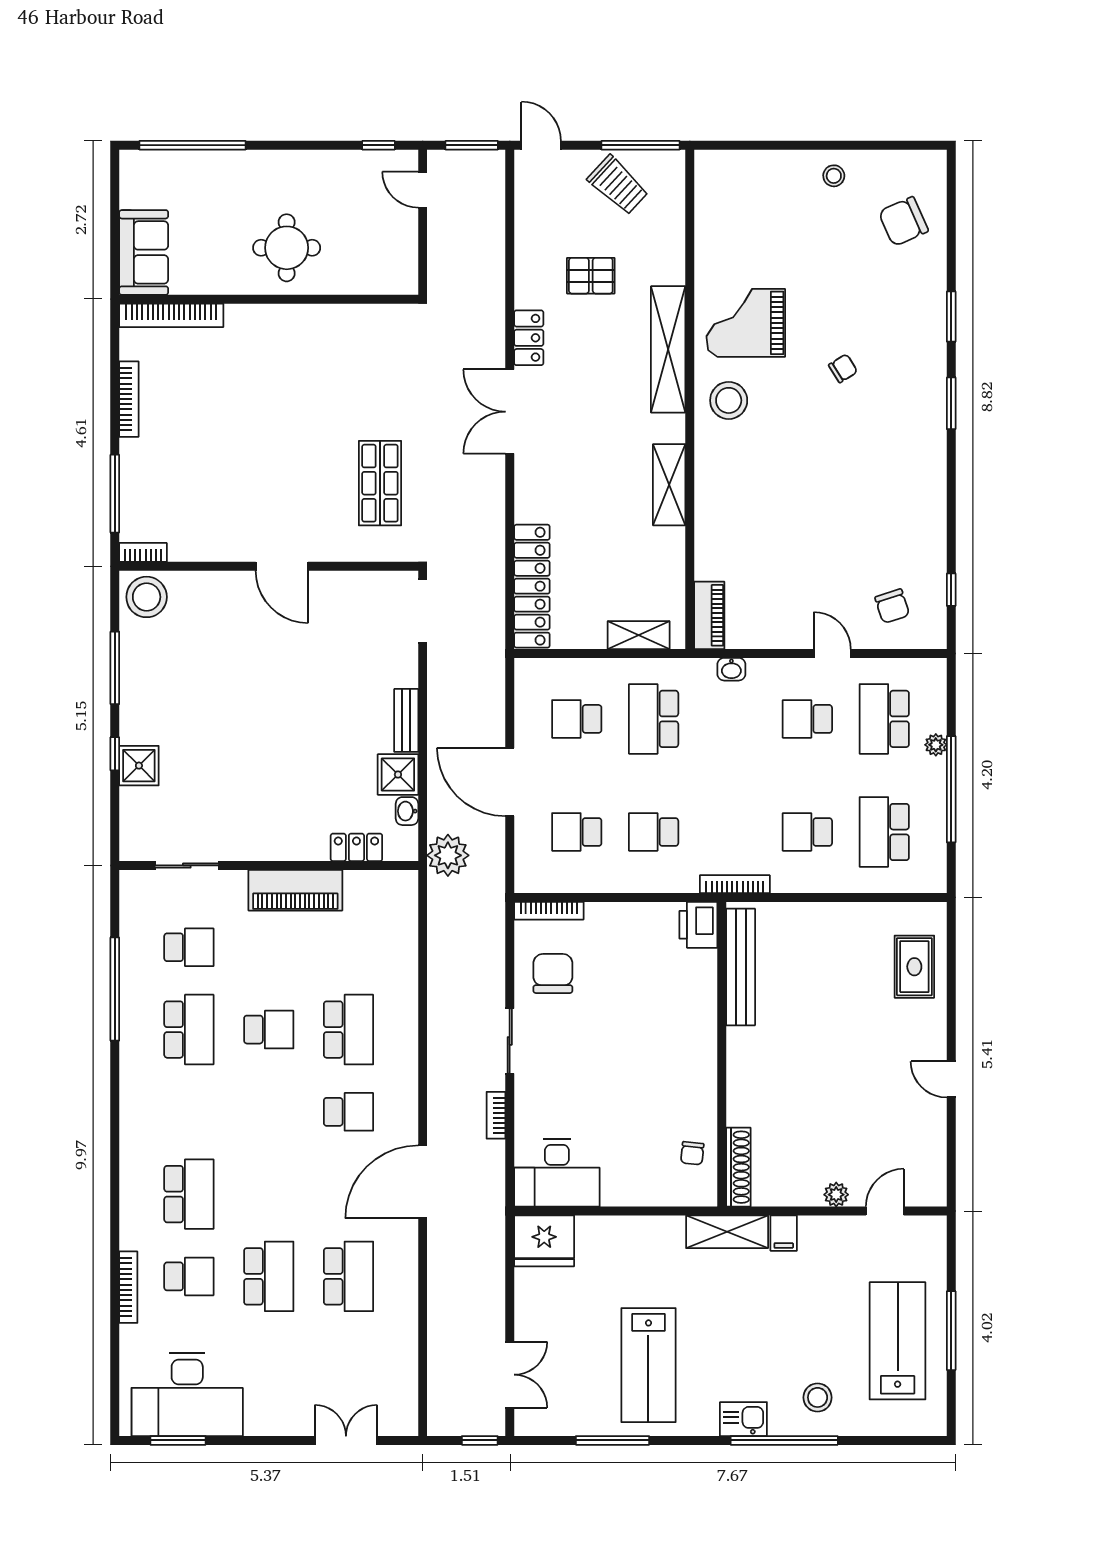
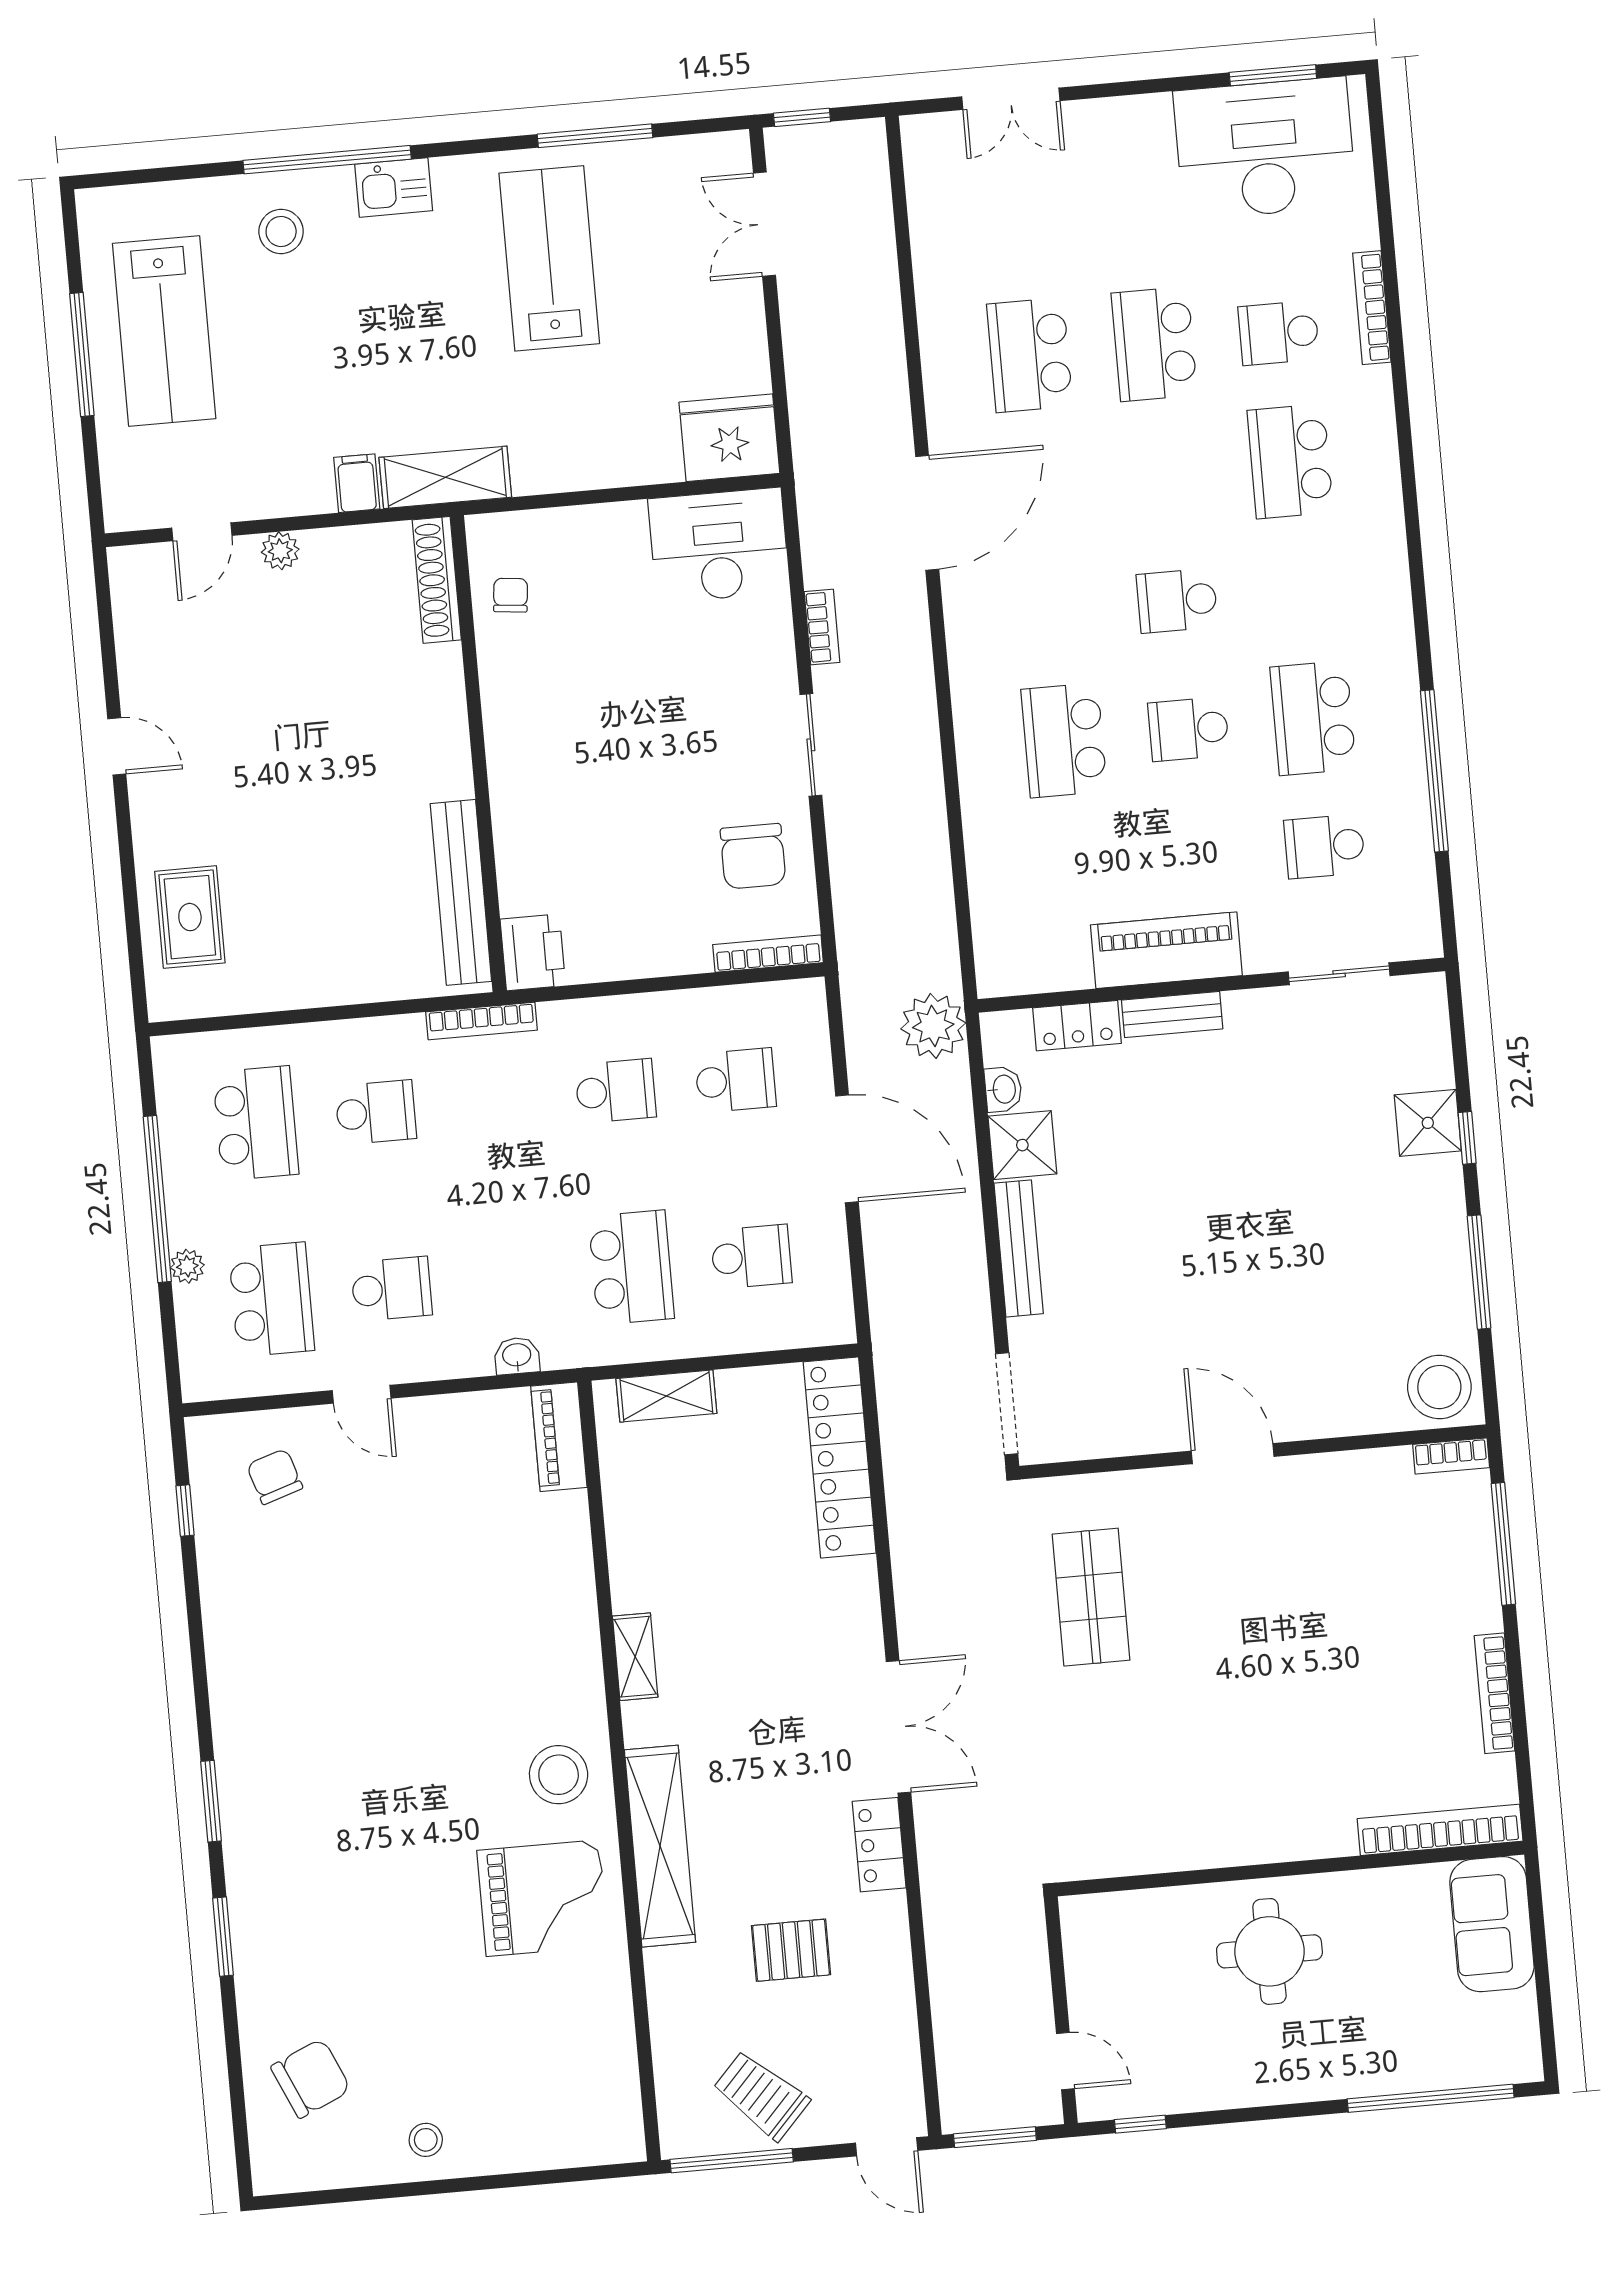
chair: (843, 368) -> (385, 1841), removed
shelving: (669, 485) -> (635, 1657), width x0.67, depth x0.75
bench: (406, 720) -> (1019, 1248), width x1.36
bench: (295, 849) -> (1172, 1014), added
school desk: (348, 1112) -> (1177, 601), moved

